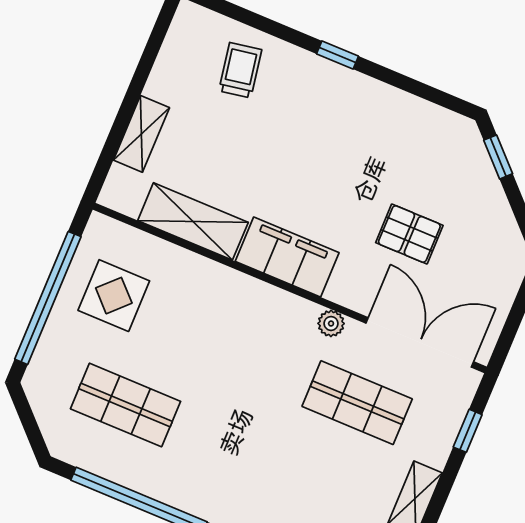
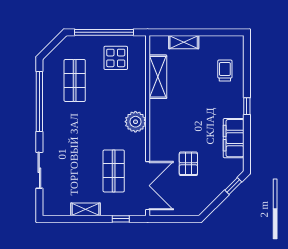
trolley: (240, 70) -> (225, 71), turned -80
filing cabinet: (287, 257) -> (234, 138), moved, turned 180
plant: (331, 323) -> (135, 122), moved, width x1.88, depth x1.88

